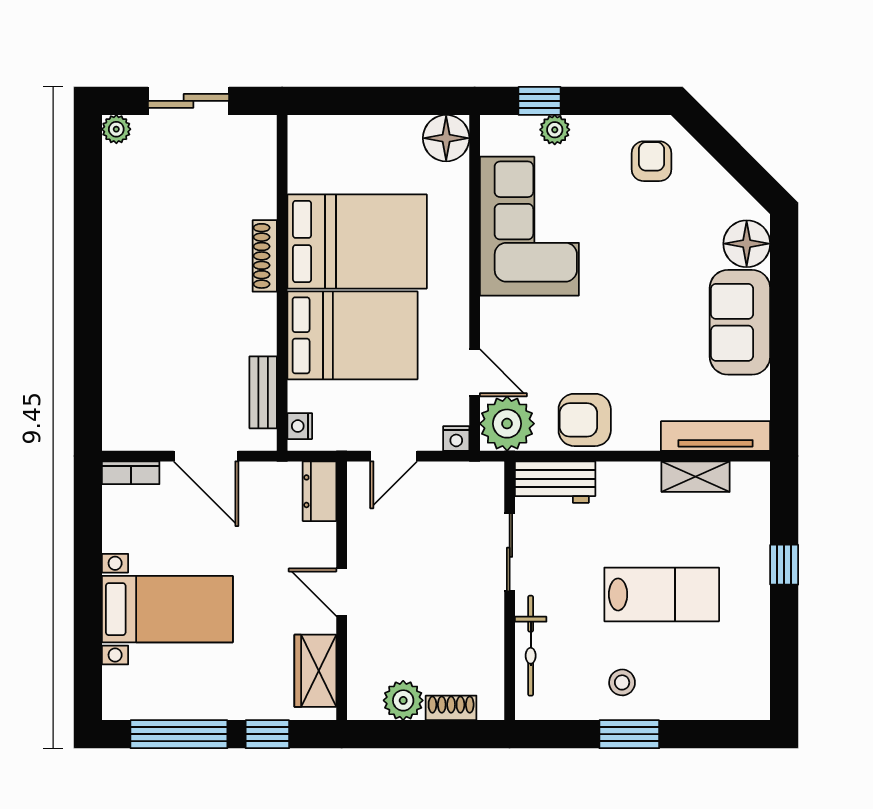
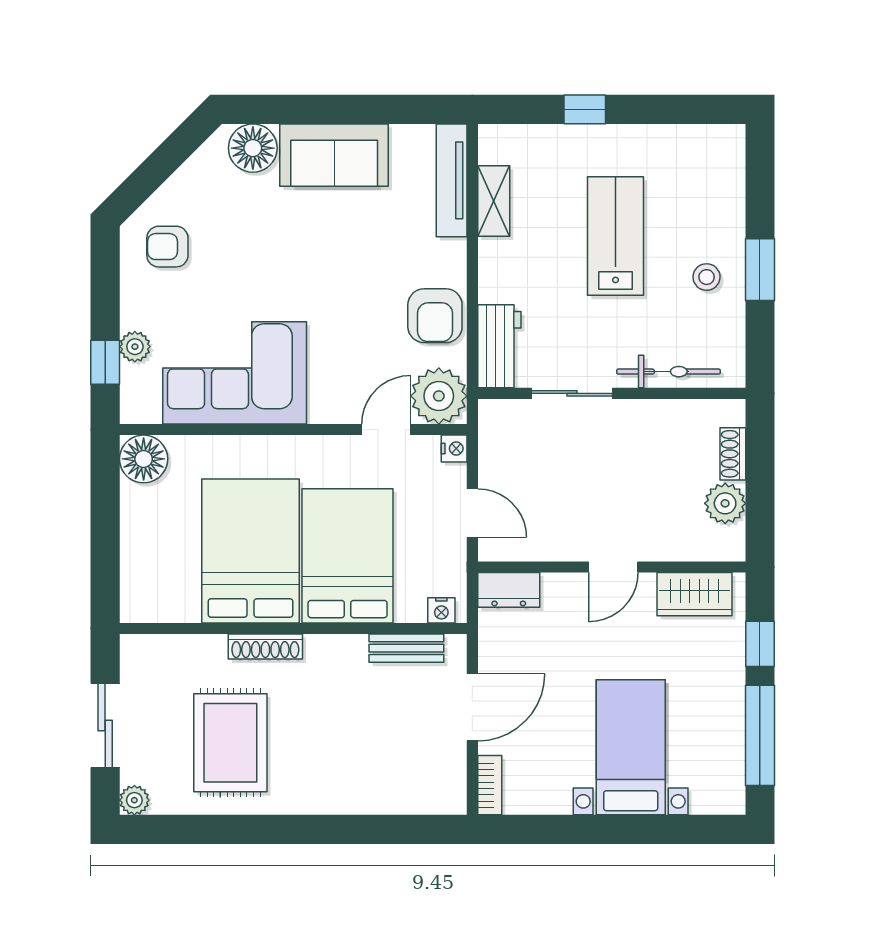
rug: (172, 222) -> (230, 743), added

